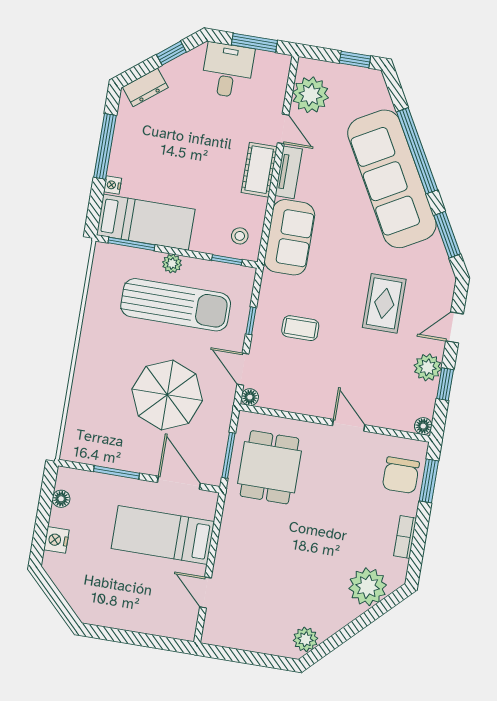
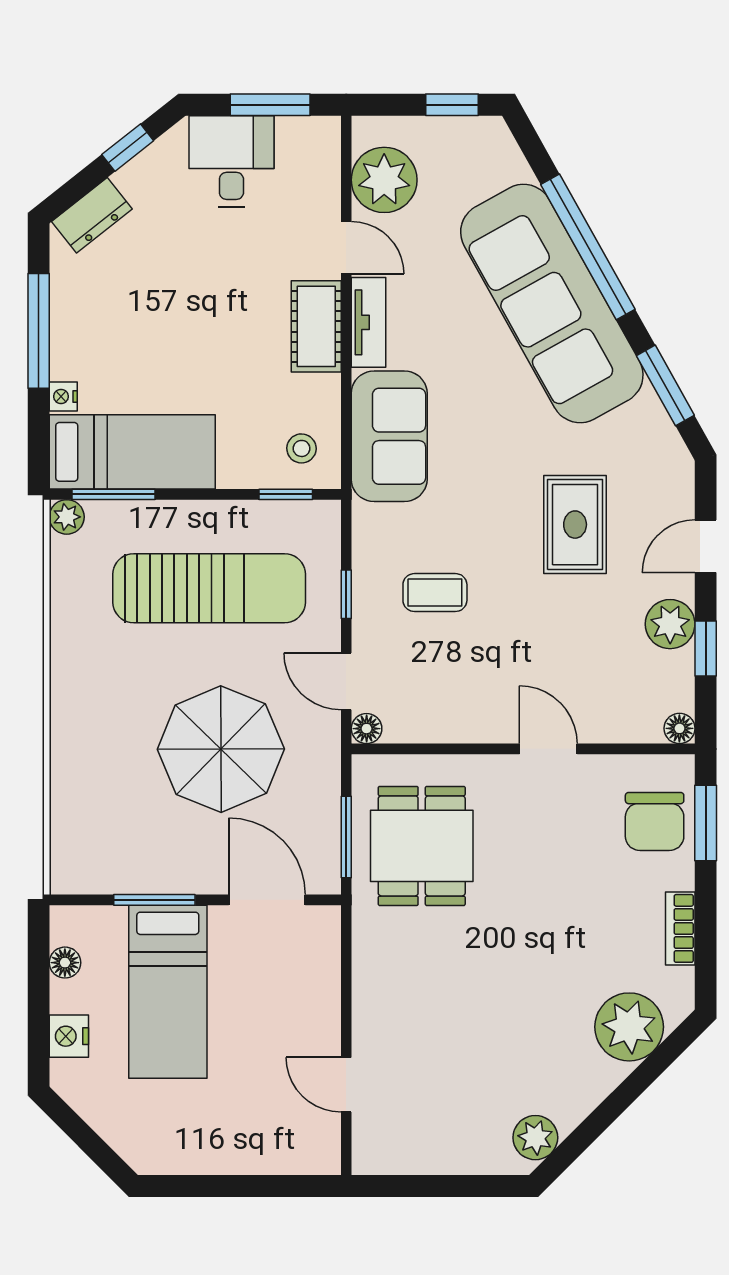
plant: (172, 264) -> (67, 517), moved
bed: (163, 535) -> (168, 992), moved, turned -90

